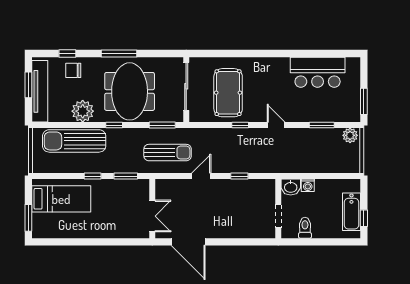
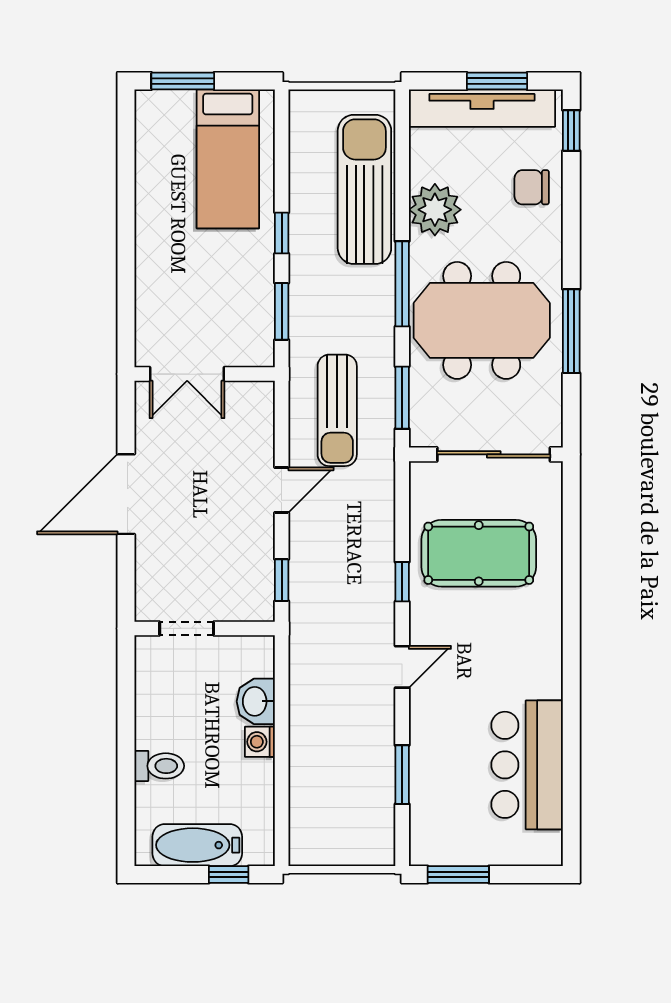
window: (67, 54) -> (571, 131), moved
window: (119, 54) -> (571, 331), moved
chair: (73, 70) -> (532, 187), turned -90
window: (114, 125) -> (402, 284), width x2.17
plant: (350, 135) -> (378, 842), removed
door: (201, 176) -> (282, 490), hinge flipped
wall: (278, 209) -> (205, 628), moved
doorway: (278, 216) -> (187, 628), moved
window: (364, 218) -> (229, 875), moved
toilet: (305, 228) -> (159, 766), moved
door: (188, 242) -> (126, 494), moved

